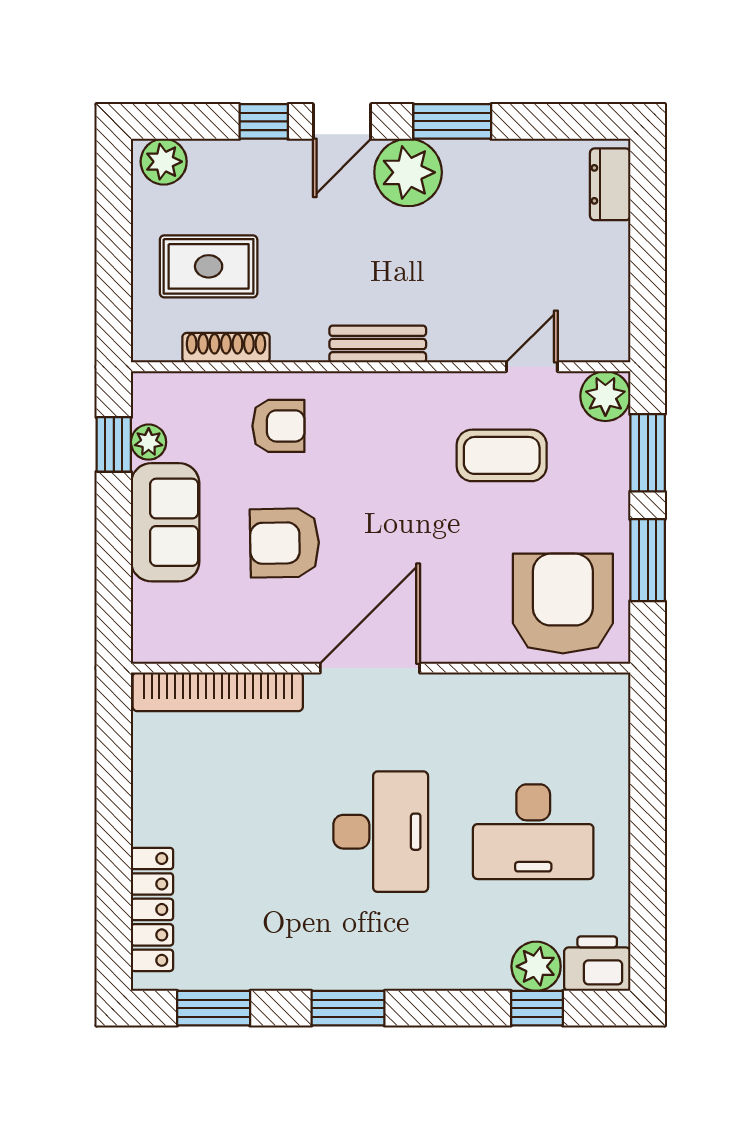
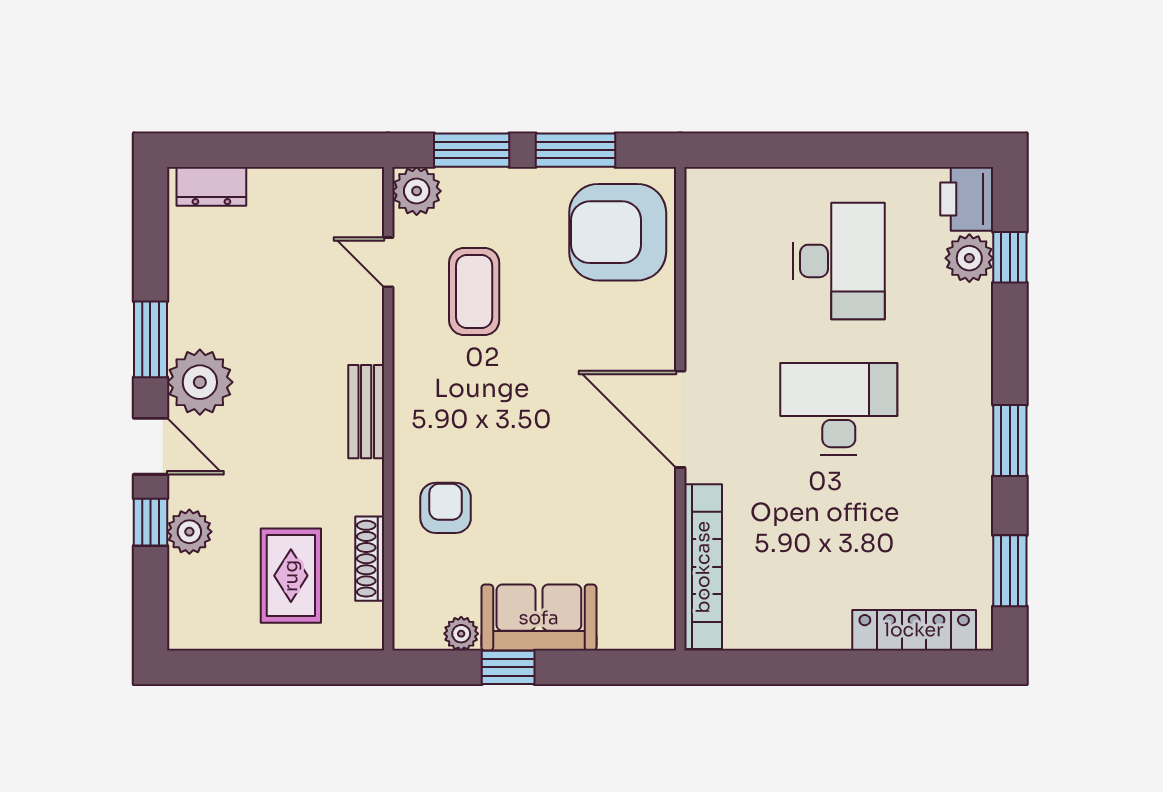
plant: (164, 162) -> (189, 532), moved
window: (114, 444) -> (508, 667), moved
armchair: (285, 543) -> (559, 502), removed

